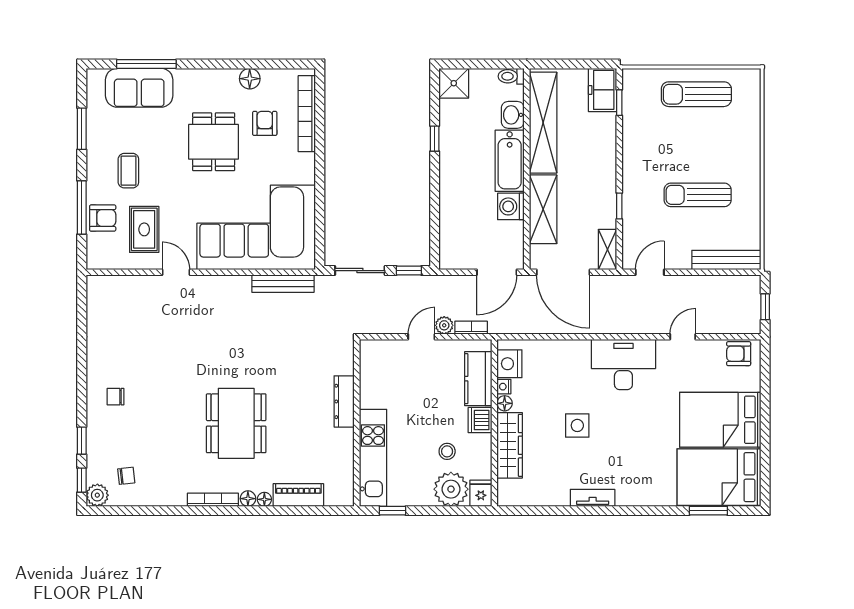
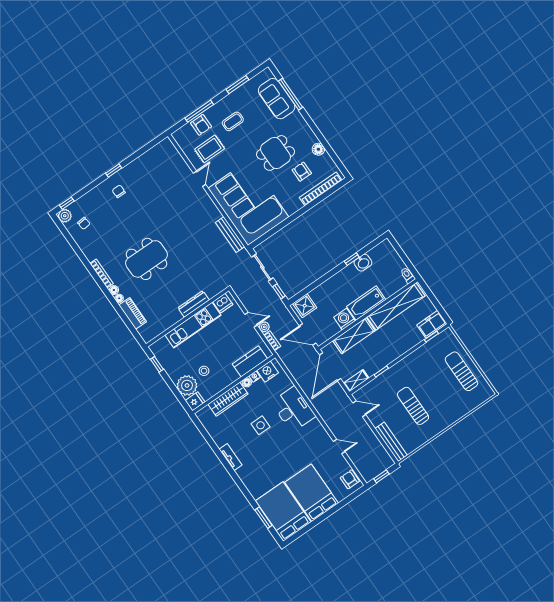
shower: (454, 83) -> (305, 306), moved
washbasin: (513, 115) -> (363, 263), moved, turned 180
armchair: (265, 123) -> (302, 172), turned -90
desk: (623, 365) -> (293, 409), moved
dishwasher: (480, 420) -> (223, 303), moved, turned 180
window: (82, 441) -> (114, 171), moved
kitchen unit: (373, 458) -> (193, 325), moved

